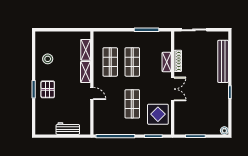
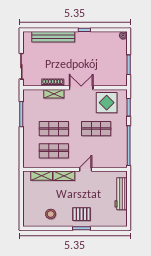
workbench: (68, 129) -> (121, 194), width x1.38

